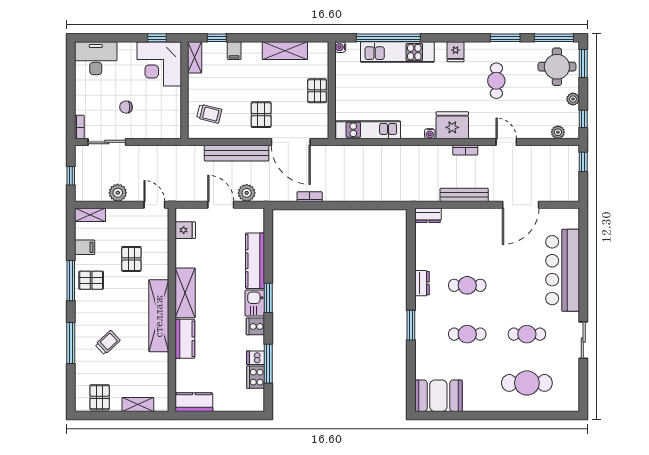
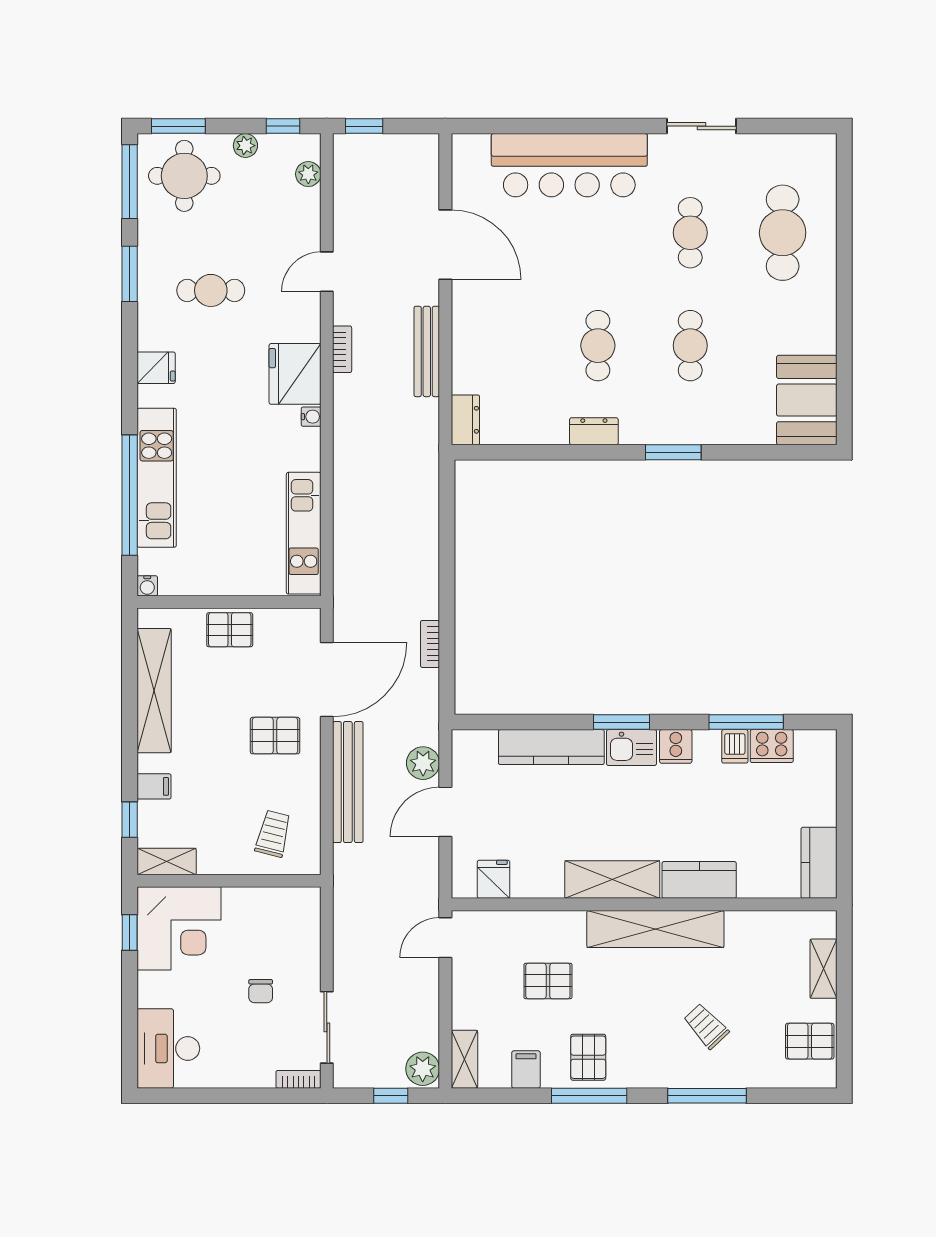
shelving: (285, 51) -> (154, 691), width x1.47
plant: (118, 193) -> (423, 1069), moved

